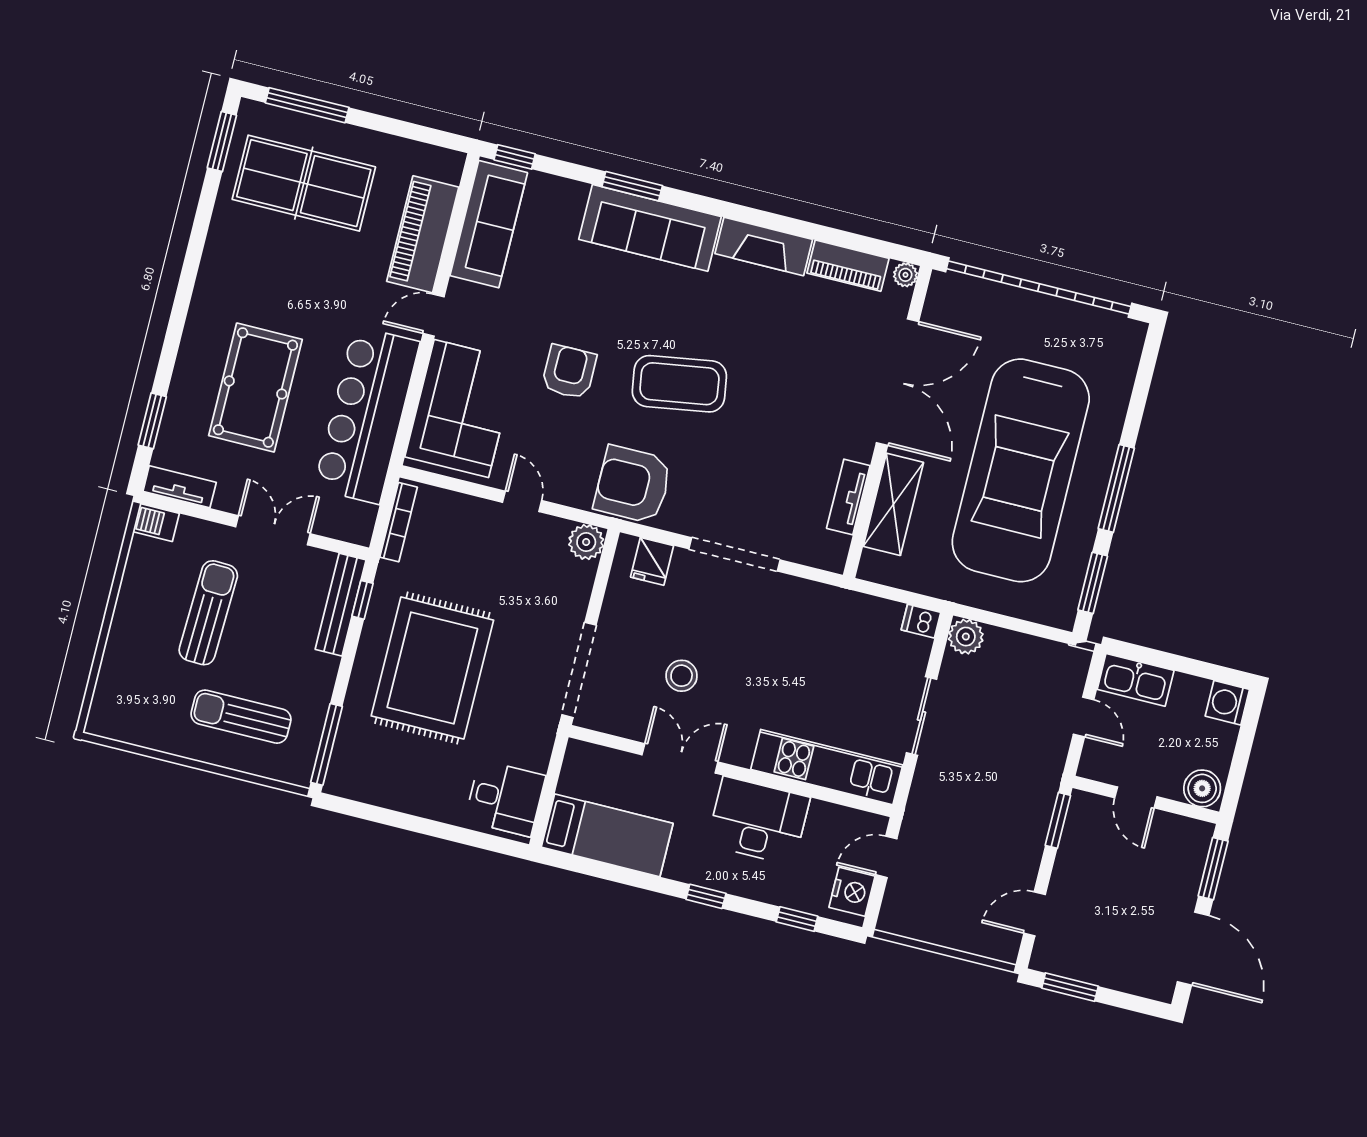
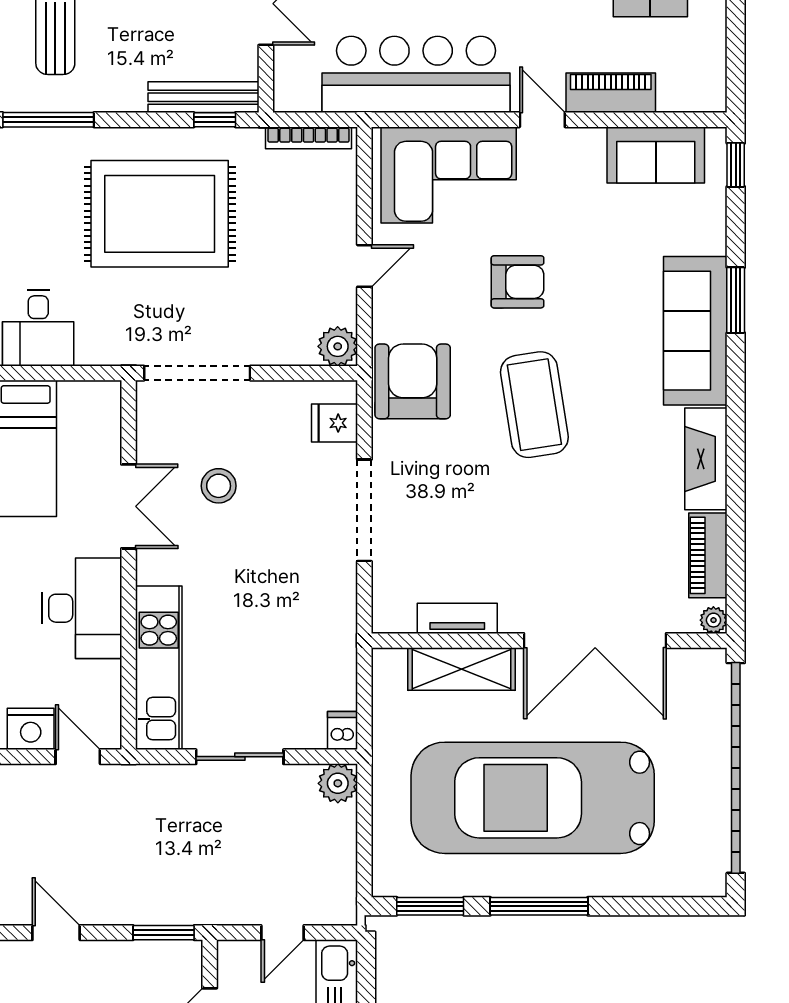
sofa: (489, 224) -> (656, 155), width x0.73
piano: (423, 234) -> (611, 93), width x0.73, depth x0.75

